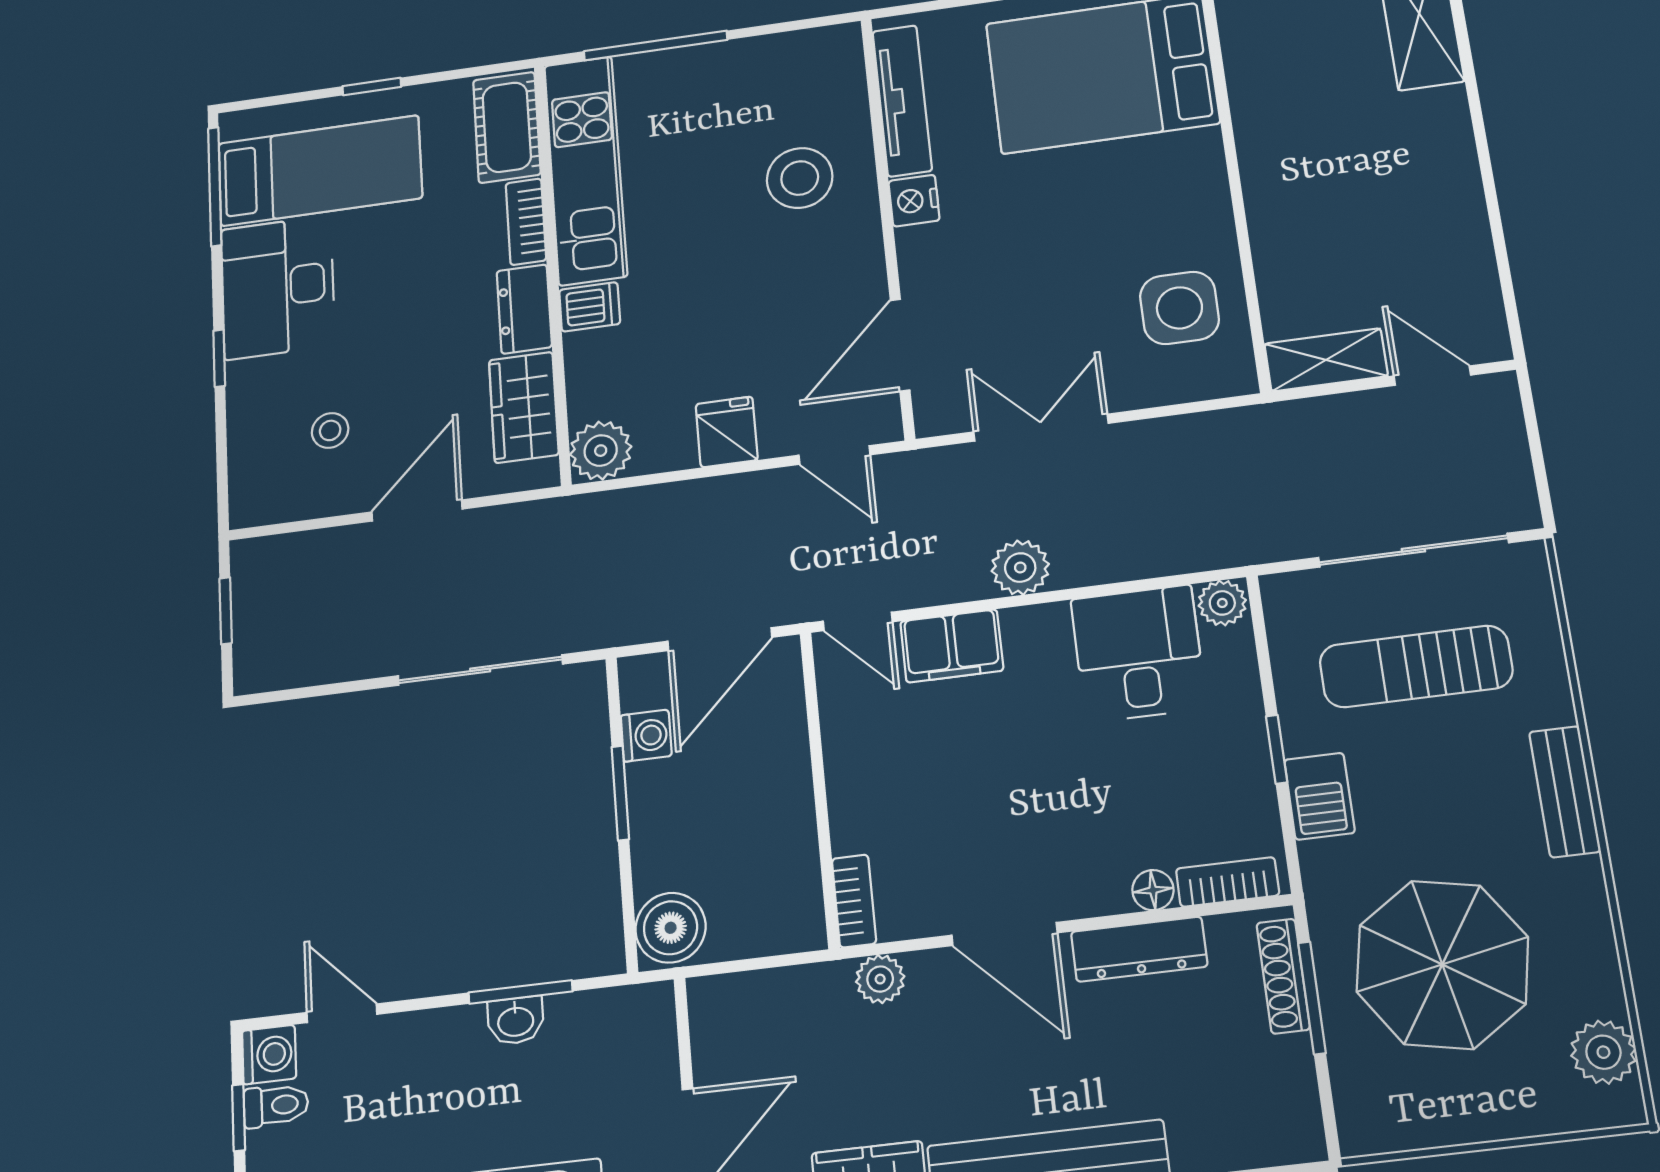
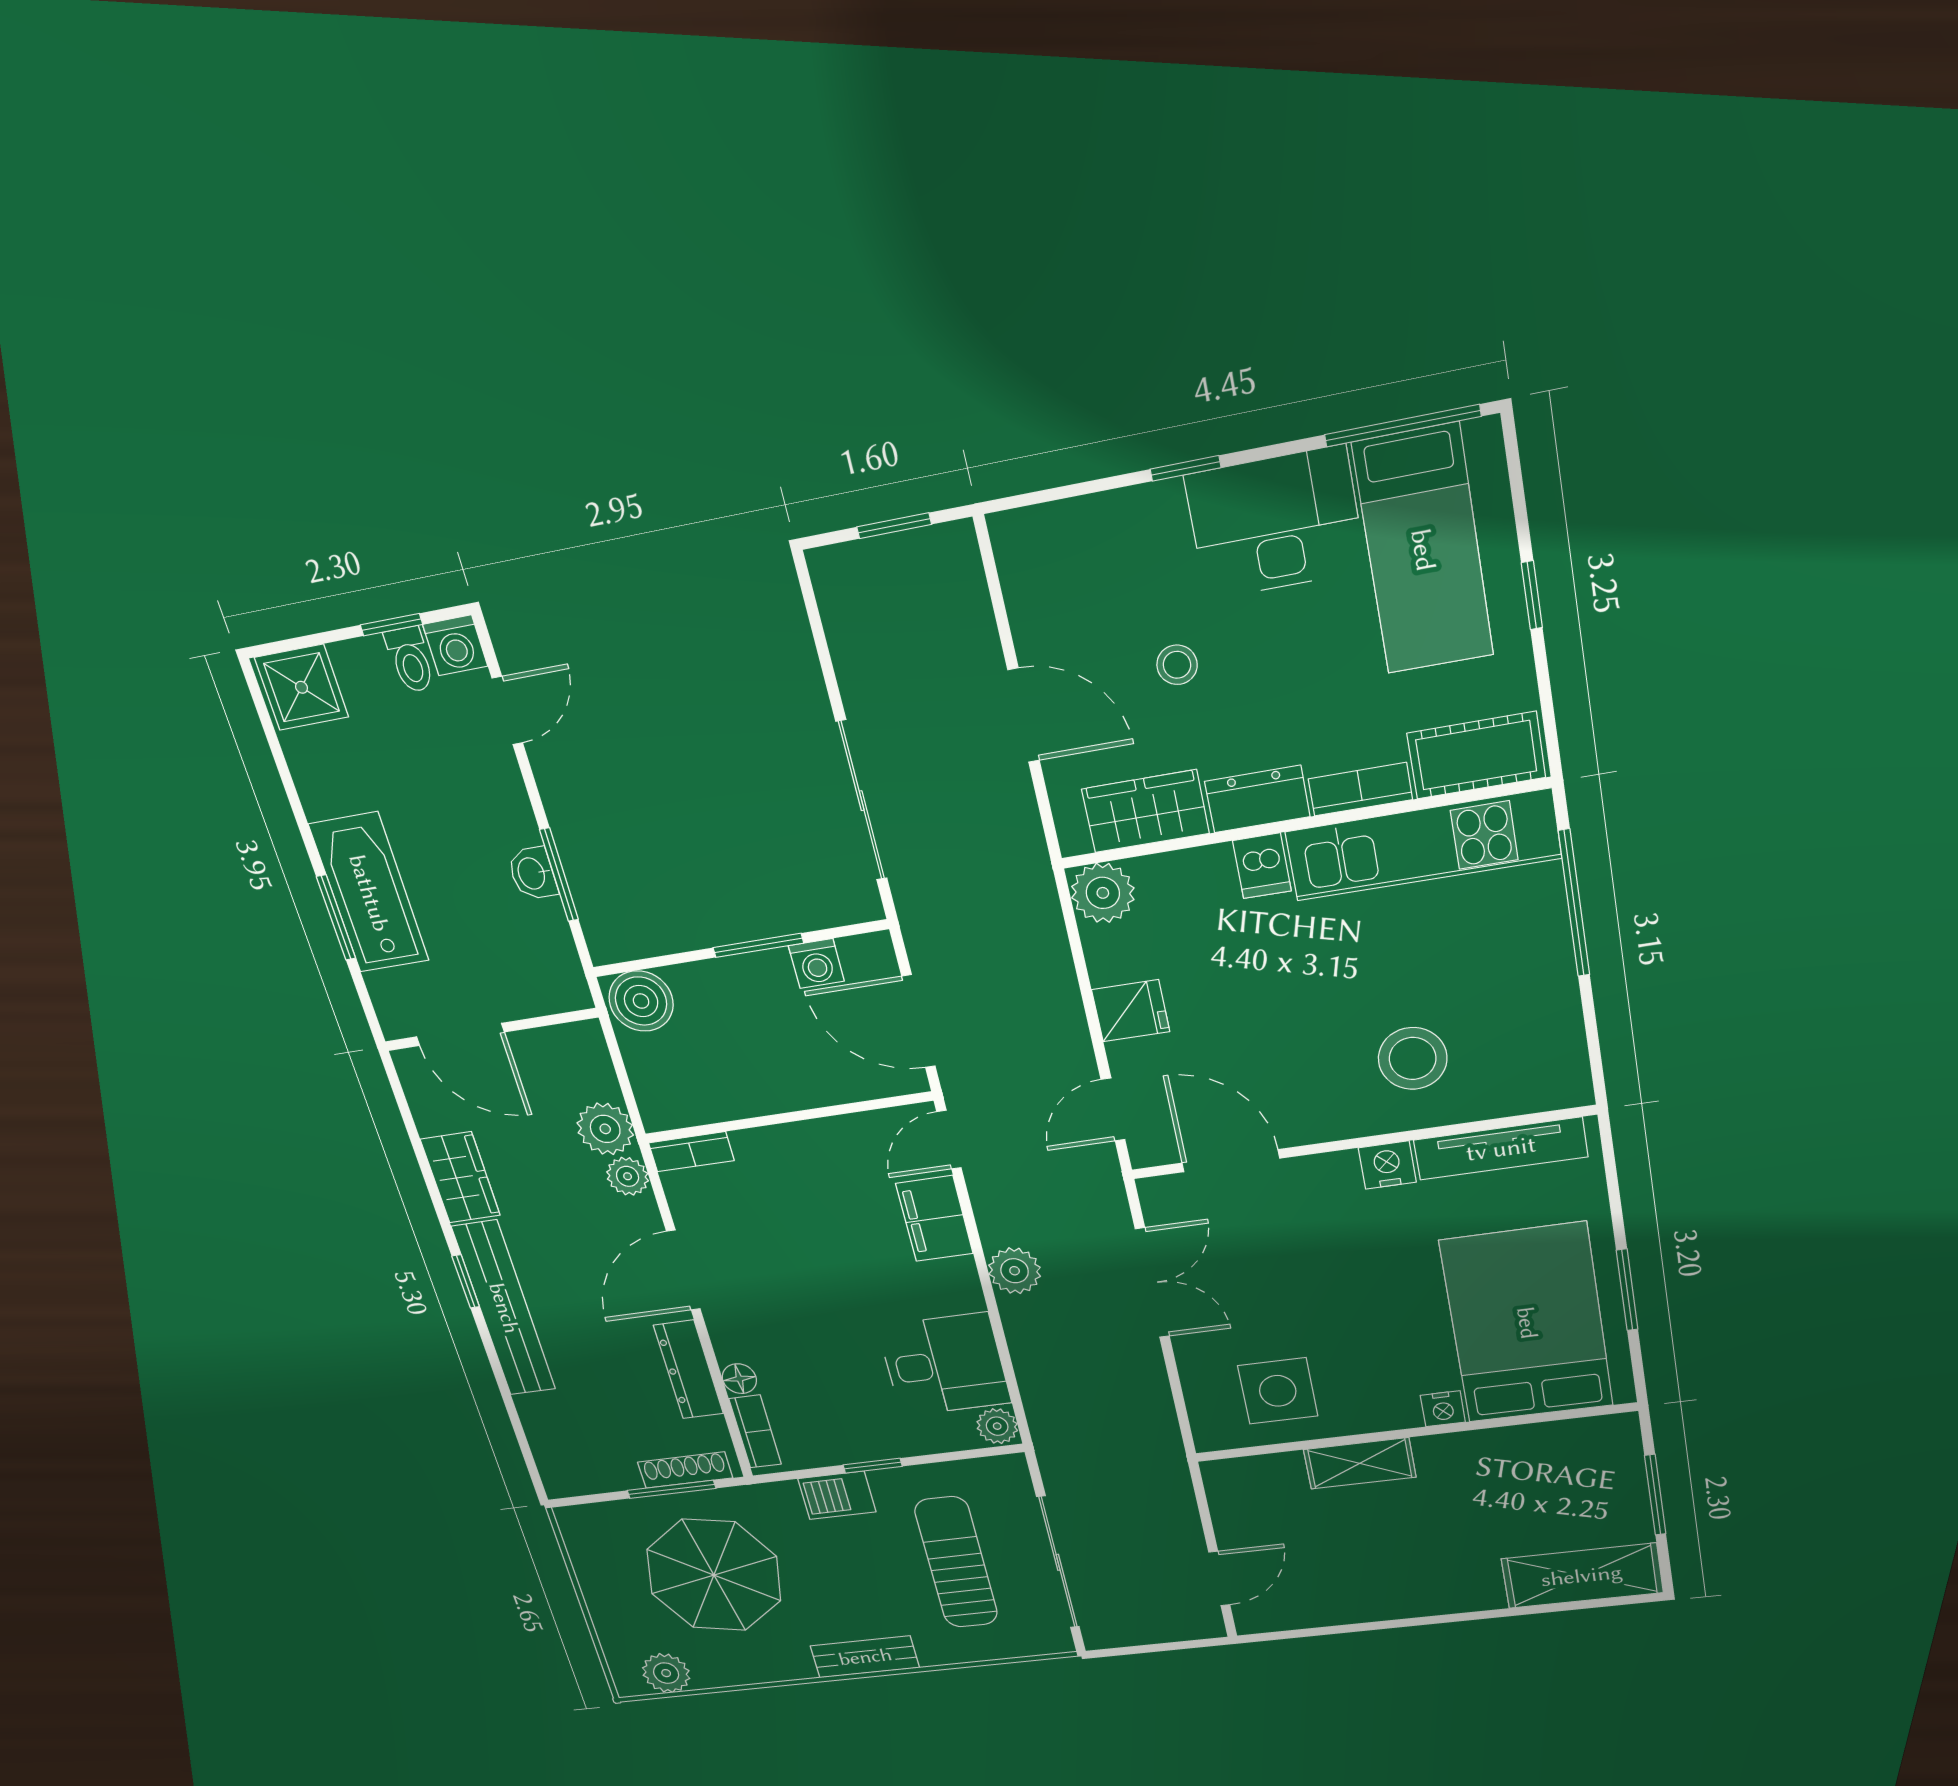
nightstand: (1204, 149) -> (1443, 1409), added
shelving: (1326, 360) -> (1360, 1463), moved, turned 90
stool: (330, 430) -> (1177, 665), moved
plant: (819, 995) -> (605, 1129), added

